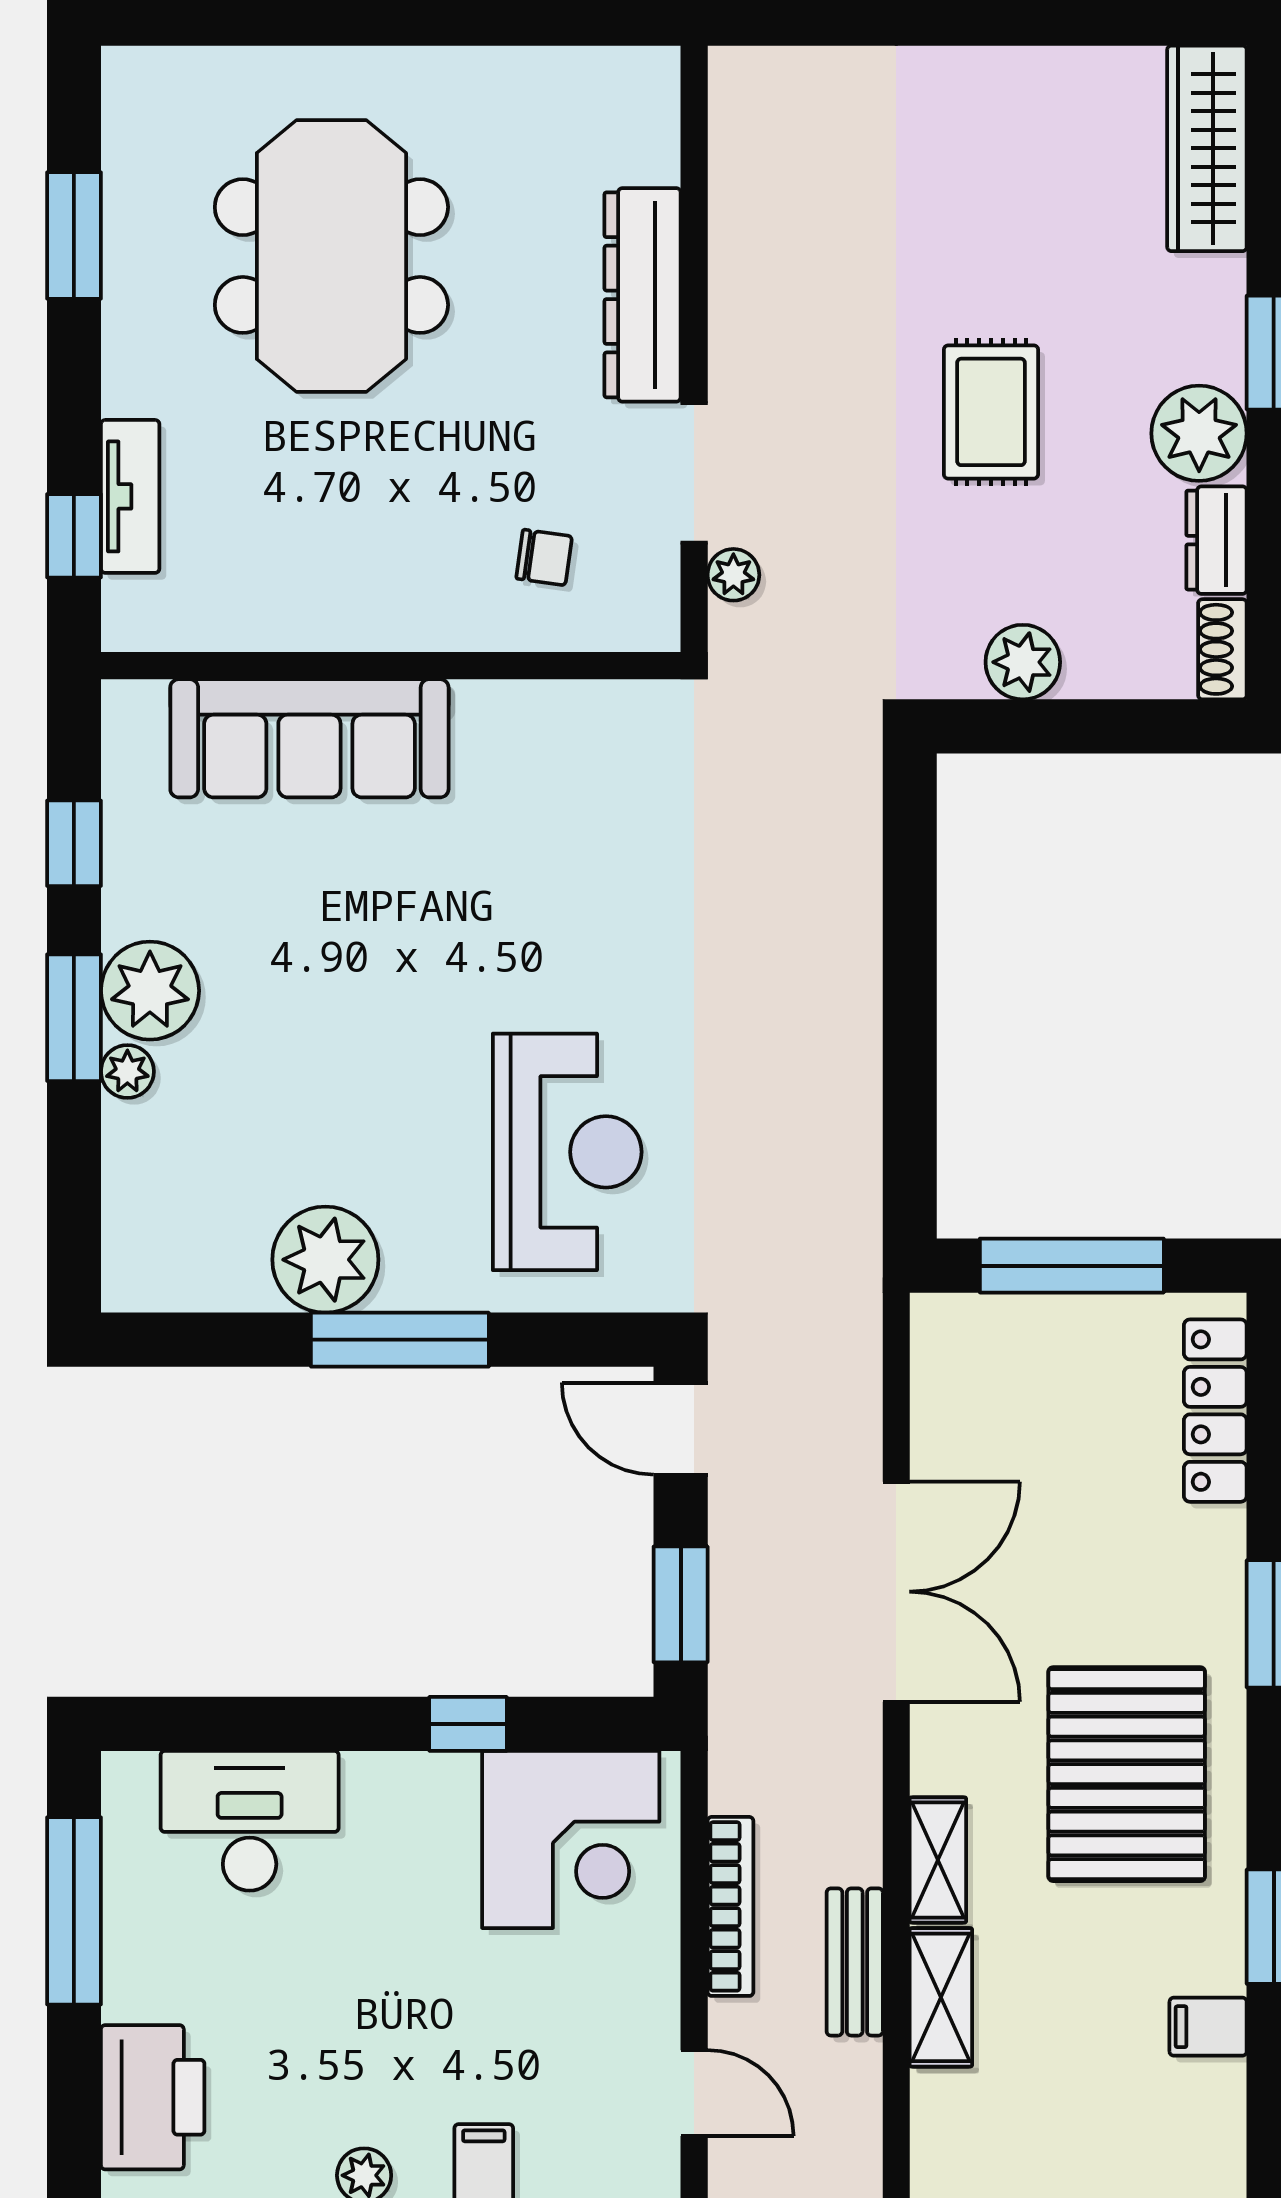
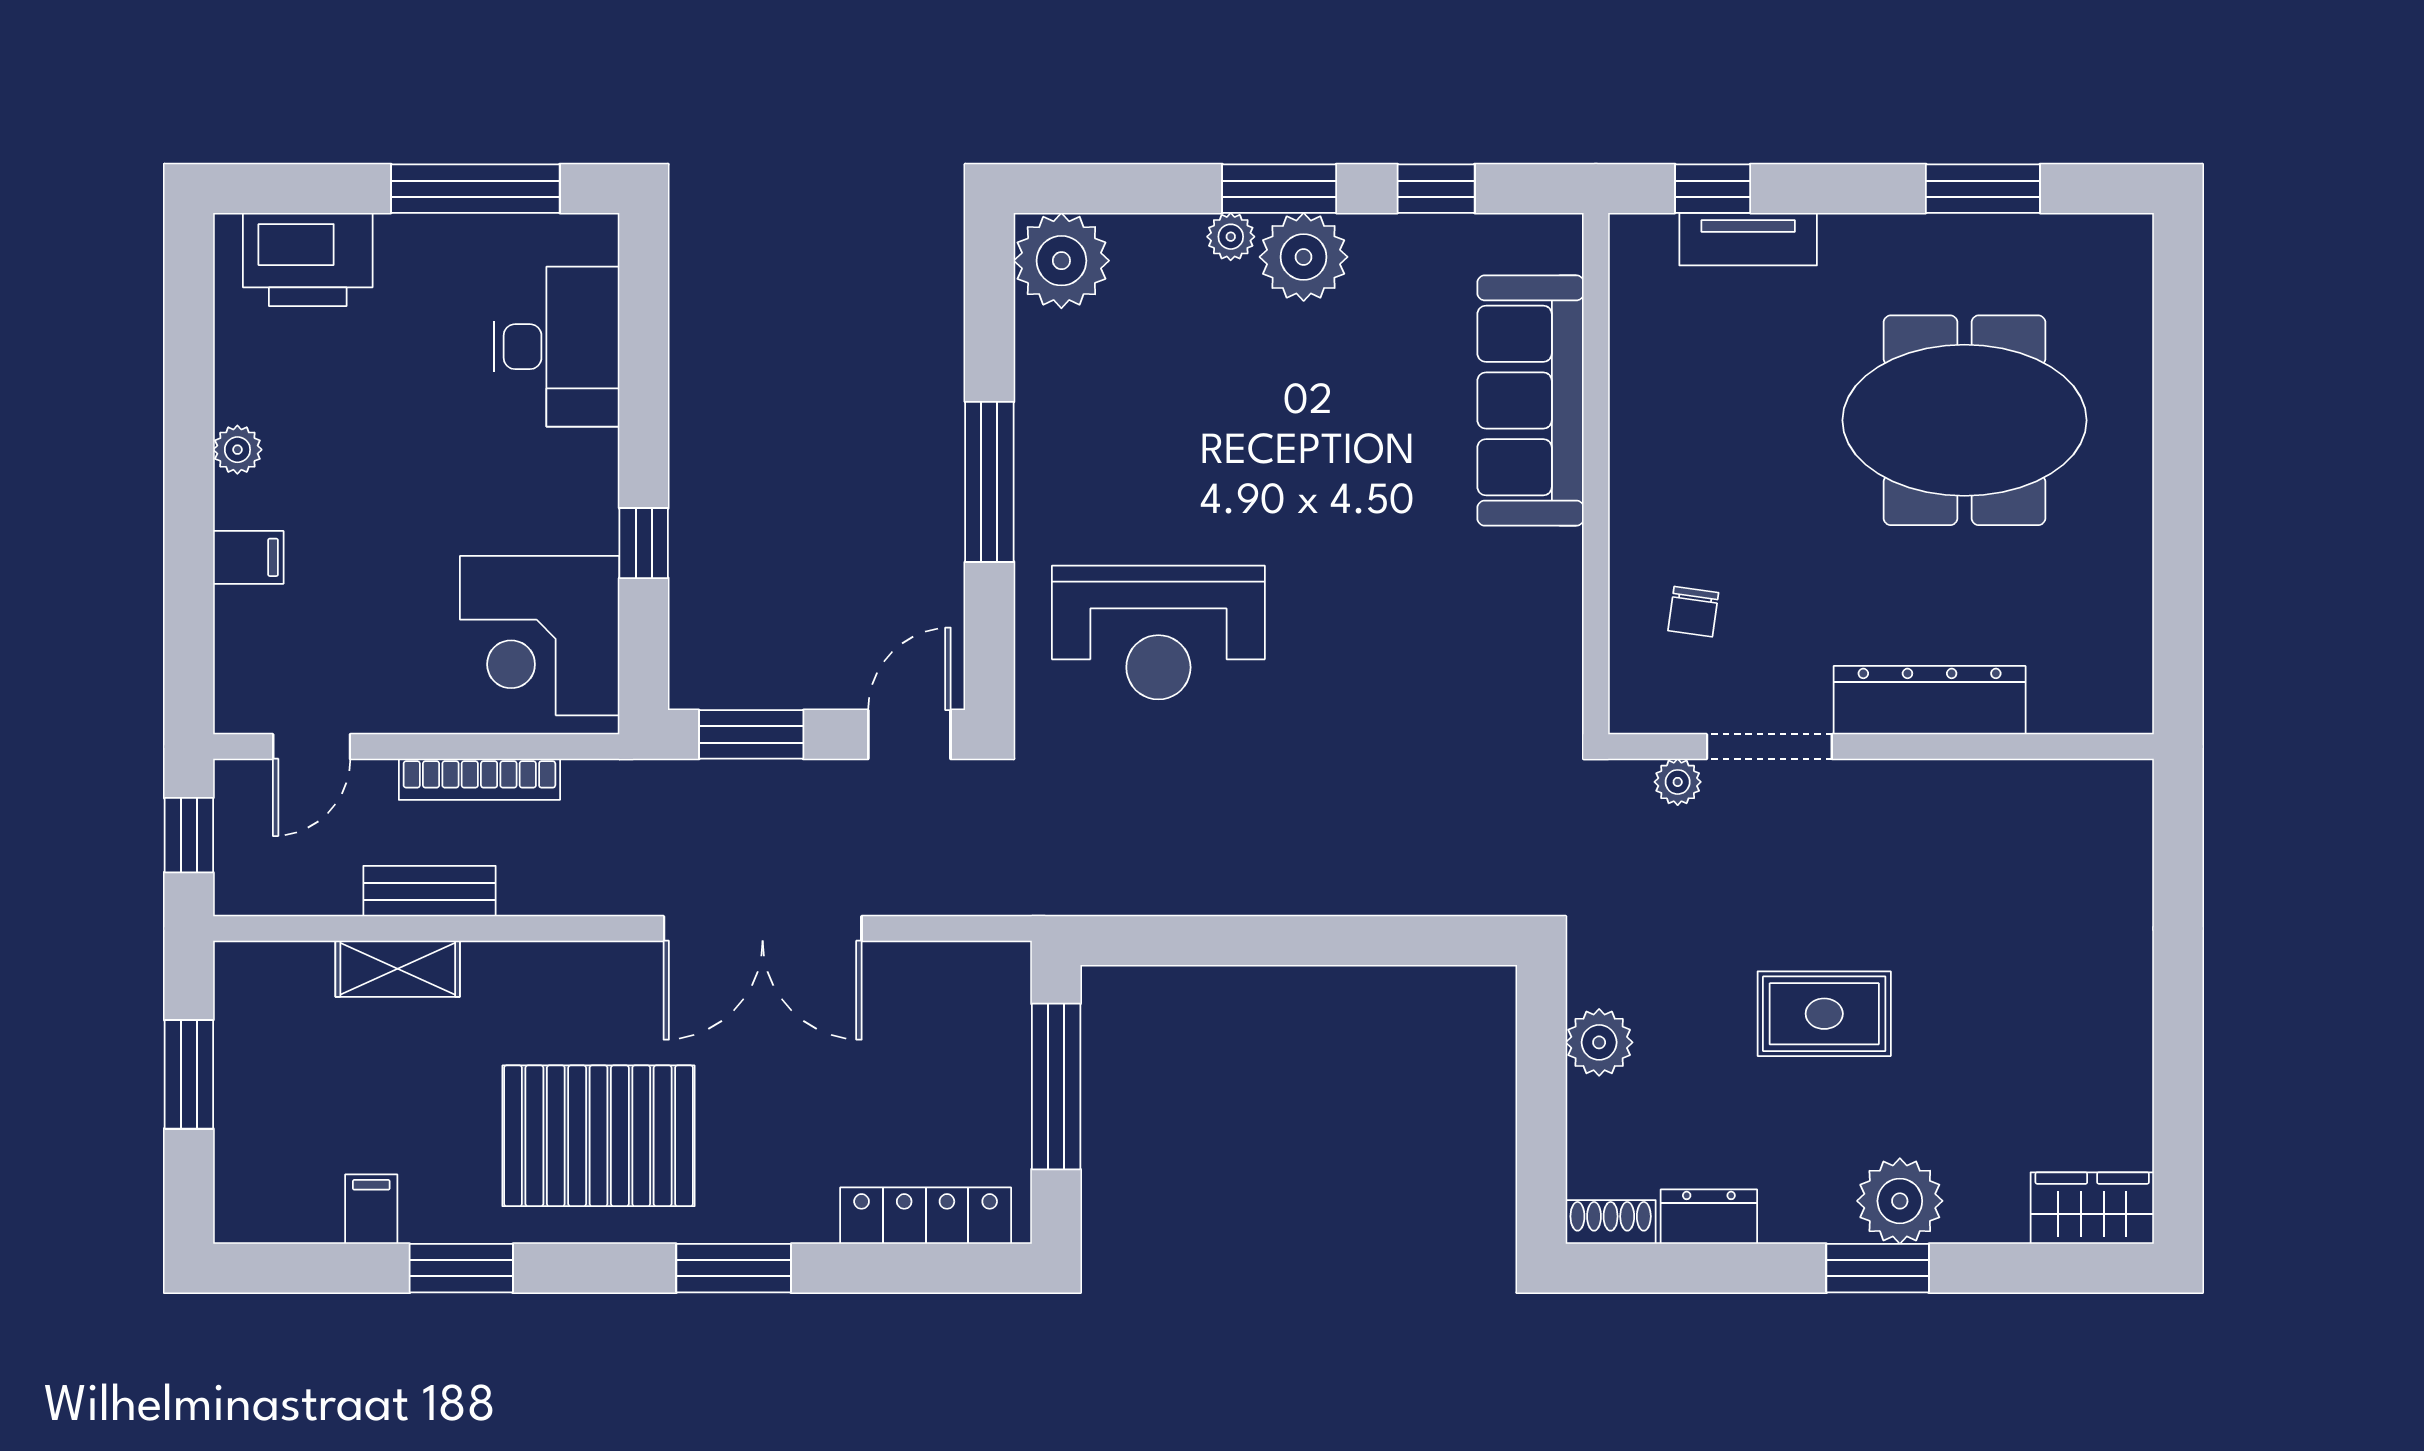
wardrobe: (1207, 148) -> (2092, 1208), width x0.67
plant: (1199, 433) -> (1900, 1201), moved
plant: (325, 1260) -> (1061, 261), moved
shelving: (938, 1860) -> (521, 966), removed

